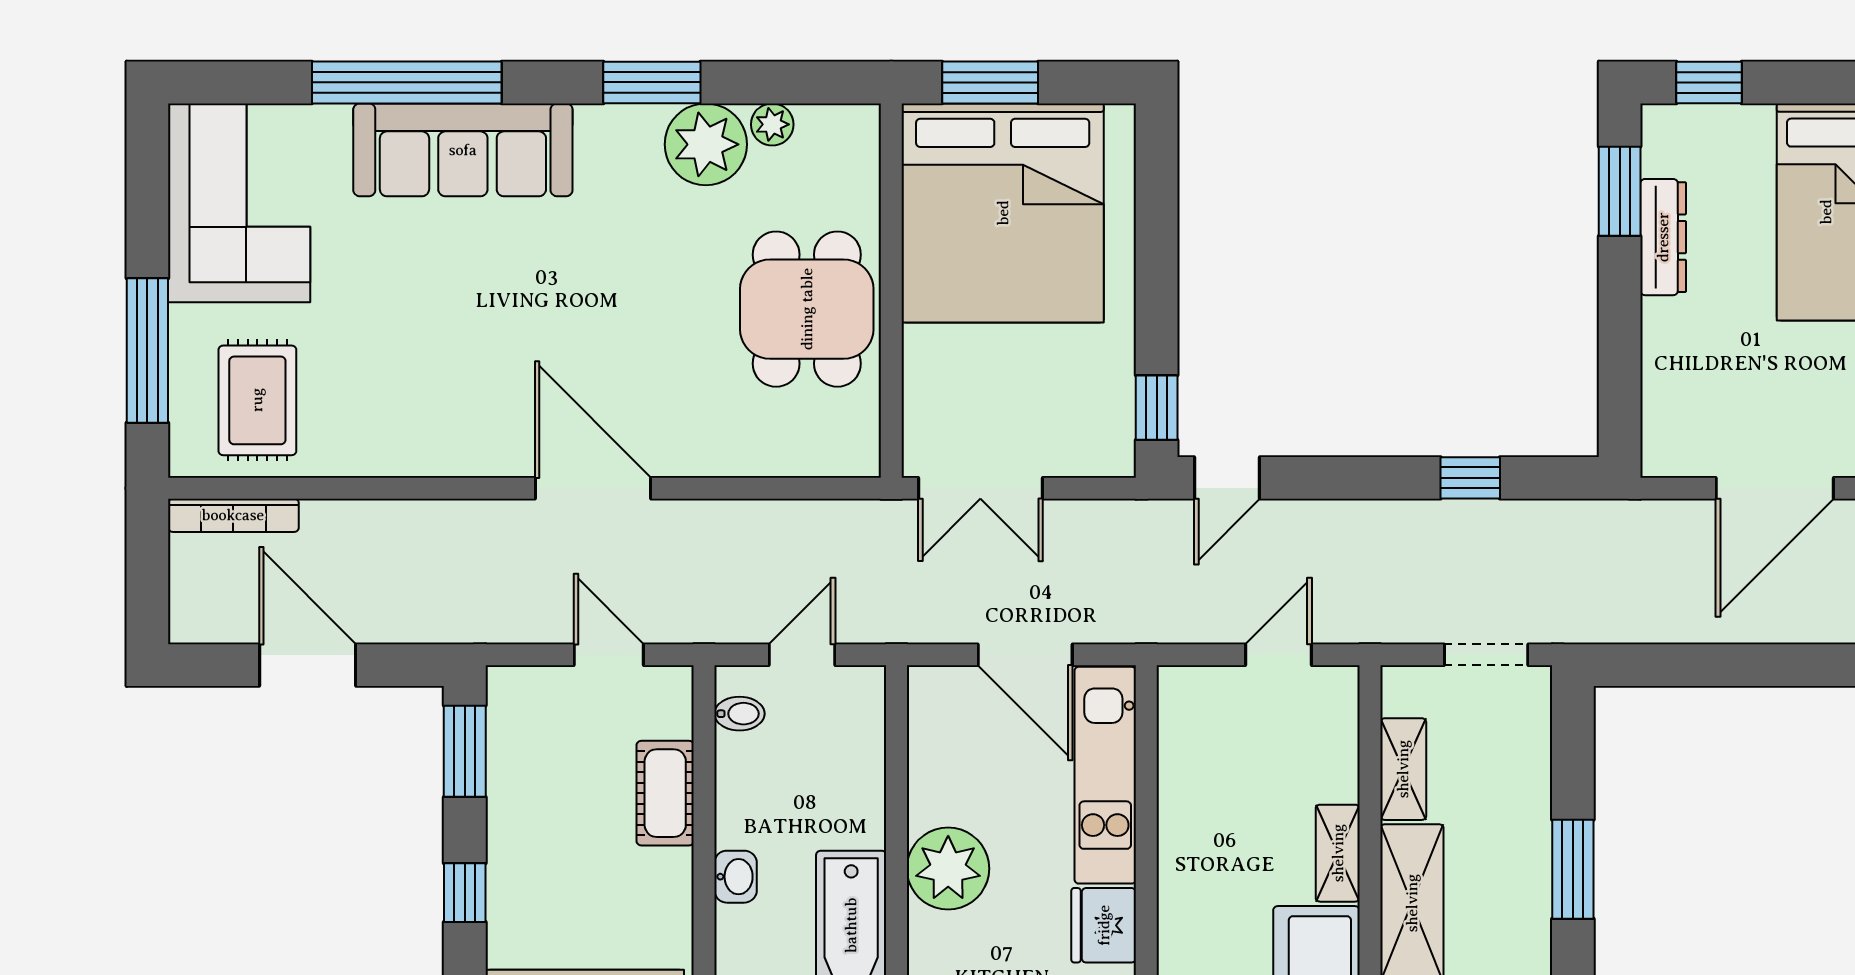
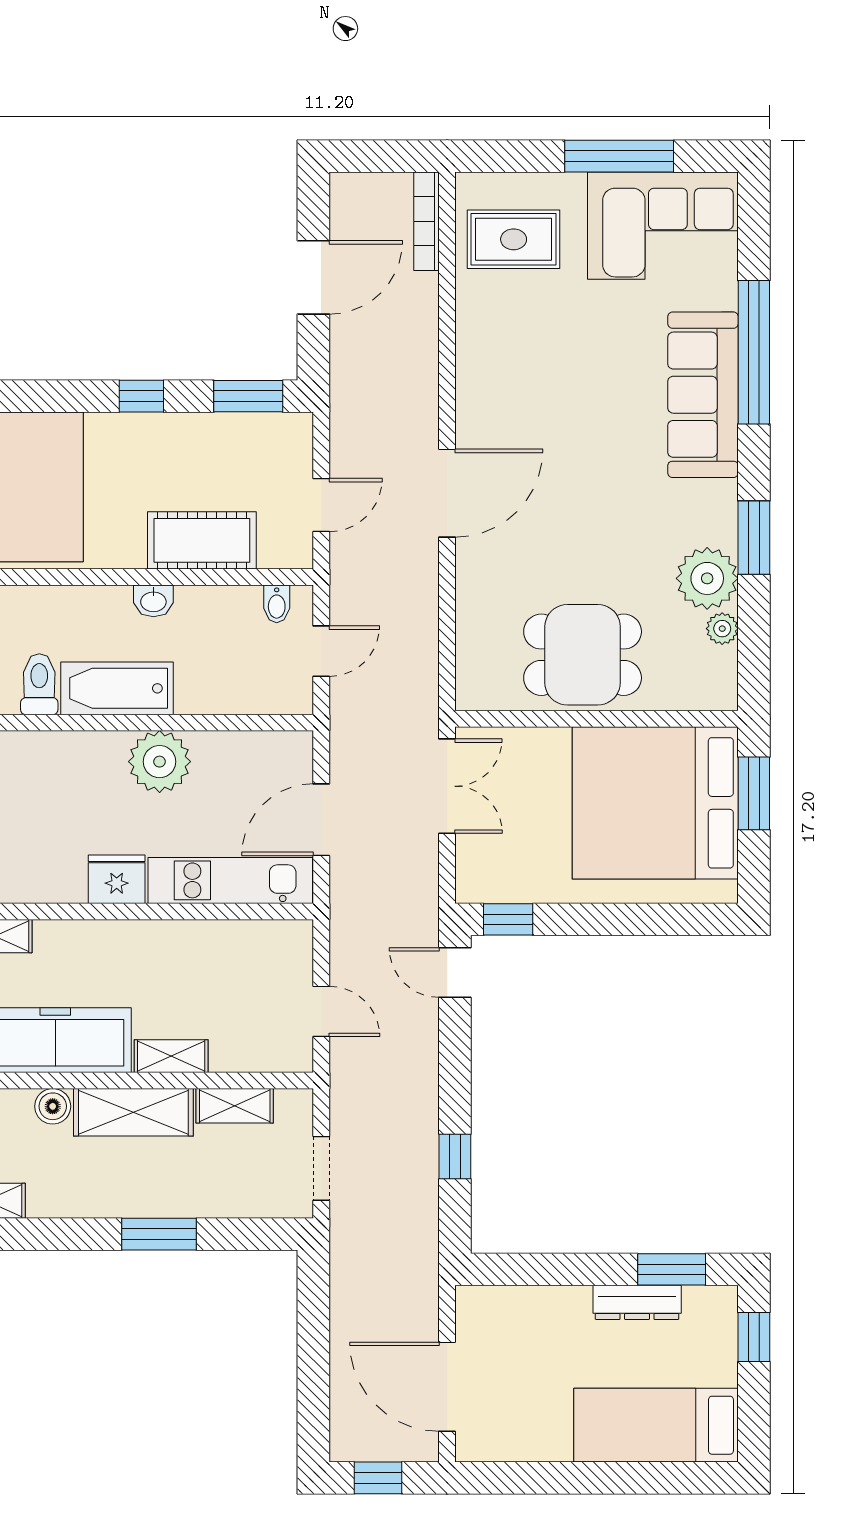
window: (147, 350) -> (619, 156), moved
double door: (980, 488) -> (447, 786), swing flipped
door: (802, 655) -> (321, 651), hinge flipped
cot: (665, 793) -> (202, 540), width x1.37, depth x1.34

